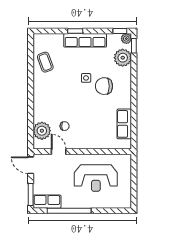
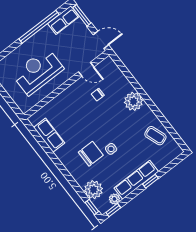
plant: (126, 39) -> (114, 199), moved
plant: (42, 131) -> (133, 101), moved

